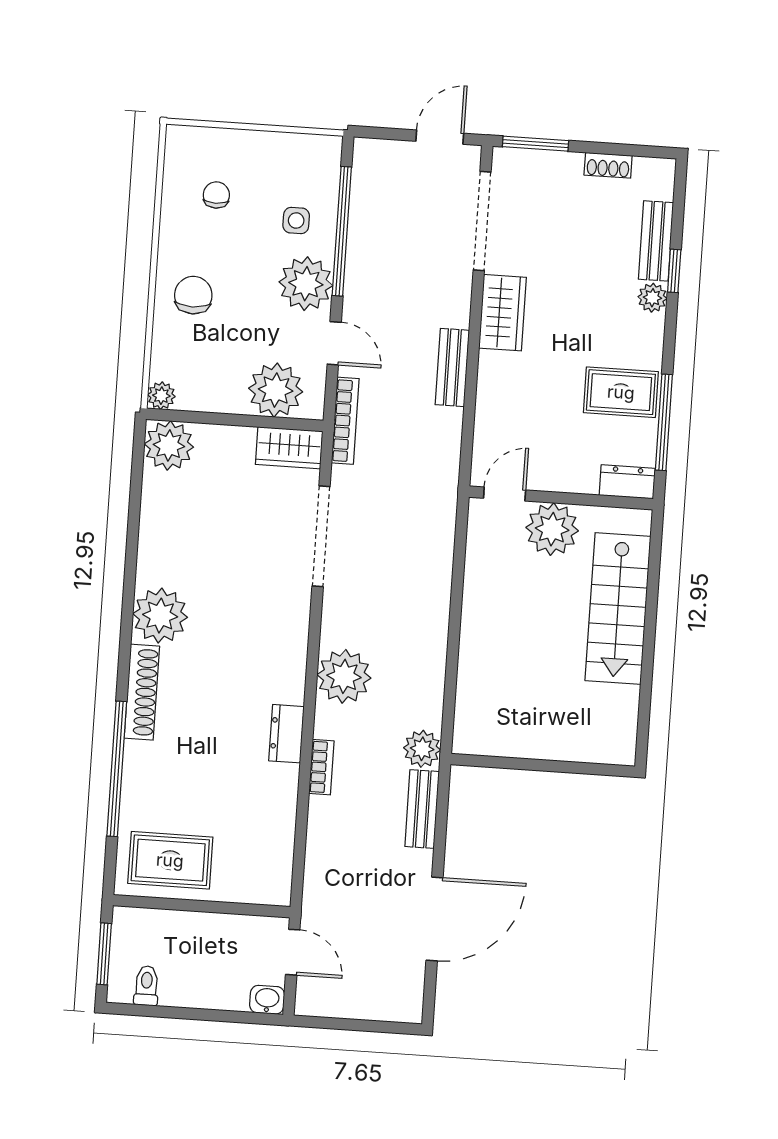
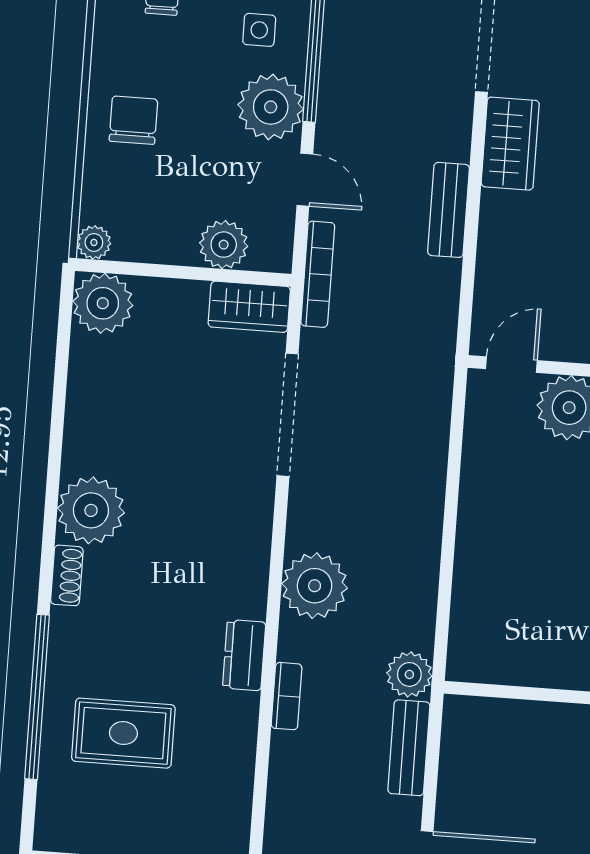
plant: (276, 390) -> (224, 245), width x0.73, depth x0.73
shoe rack: (142, 692) -> (67, 575), width x0.51, depth x0.81
rug: (170, 860) -> (123, 733), moved

